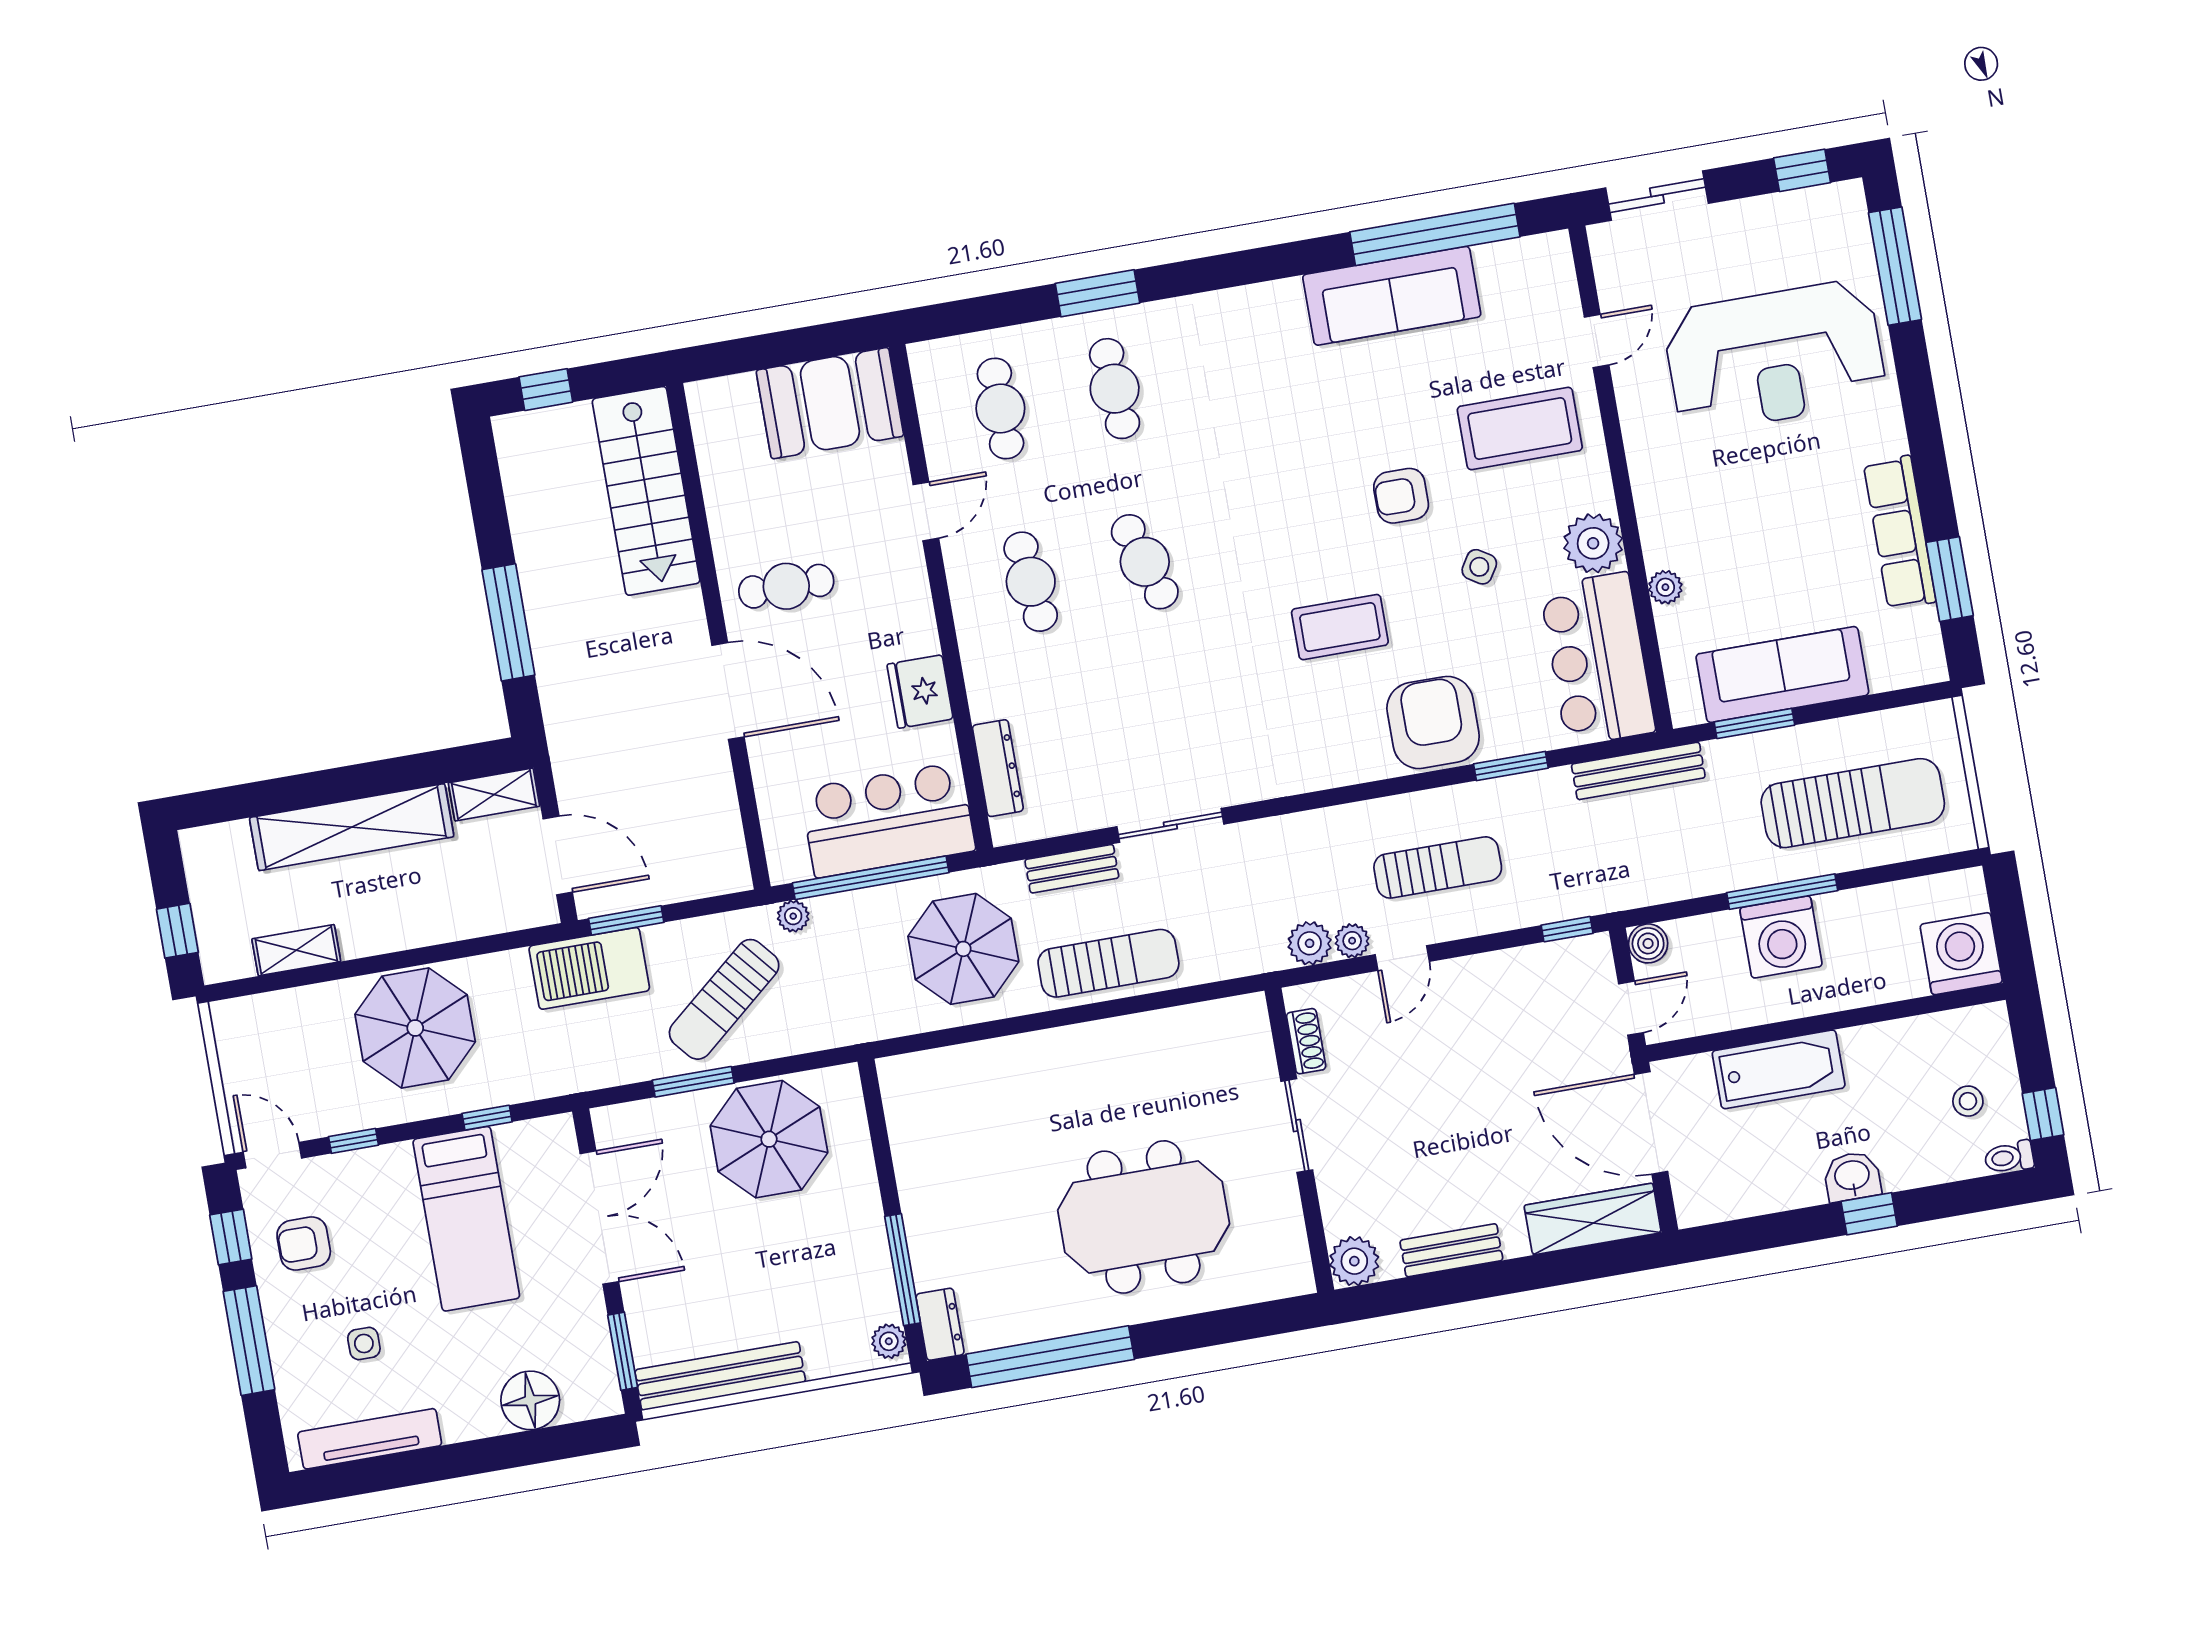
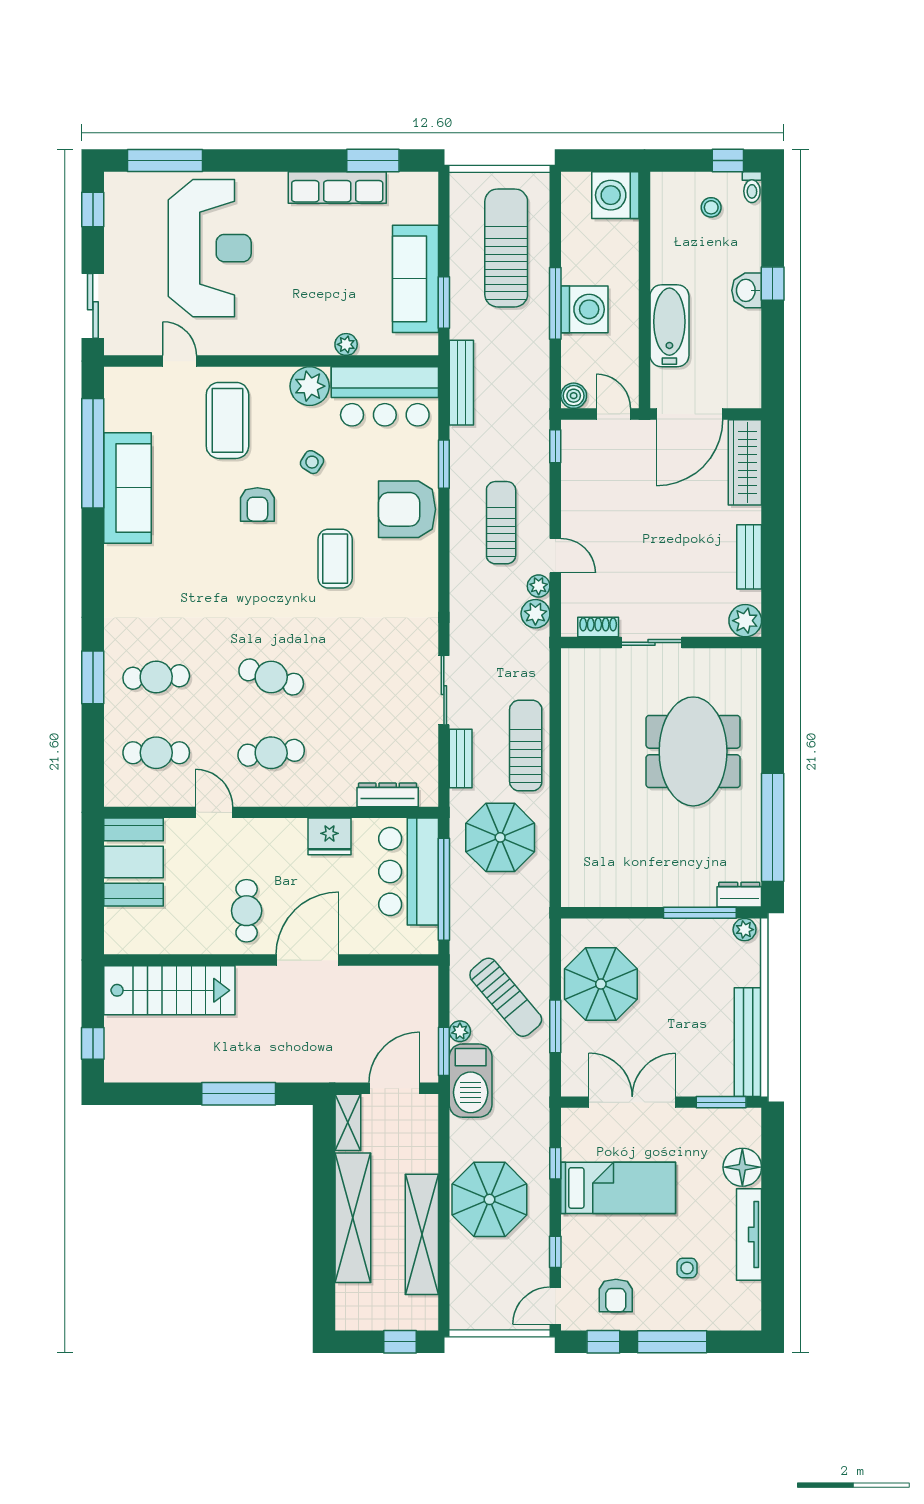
cafe table: (1145, 562) -> (271, 677), turned 36
plant: (793, 916) -> (460, 1031), moved
shelving: (296, 950) -> (422, 1234), width x2.20, depth x1.33
tv unit: (370, 1439) -> (749, 1235), moved

